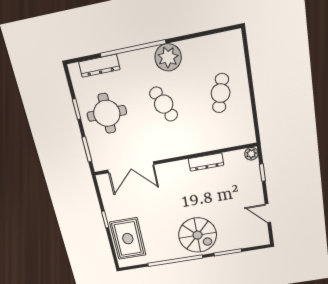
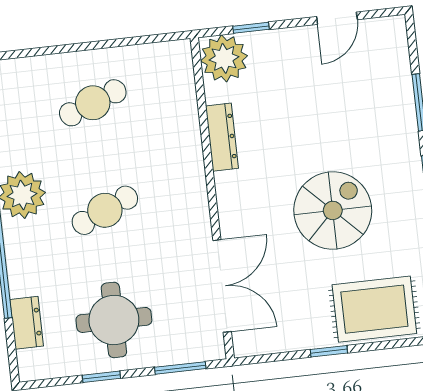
dresser: (99, 66) -> (27, 323), width x0.70
cafe table: (221, 93) -> (93, 103), turned -36
plant: (251, 154) -> (224, 58), width x1.88, depth x1.88
spiral stairs: (198, 235) -> (333, 210), moved

